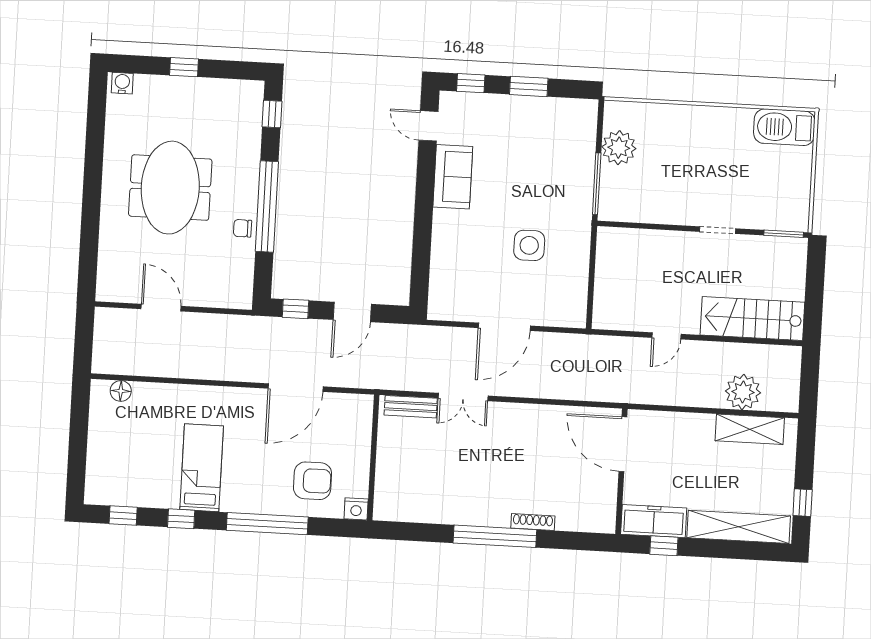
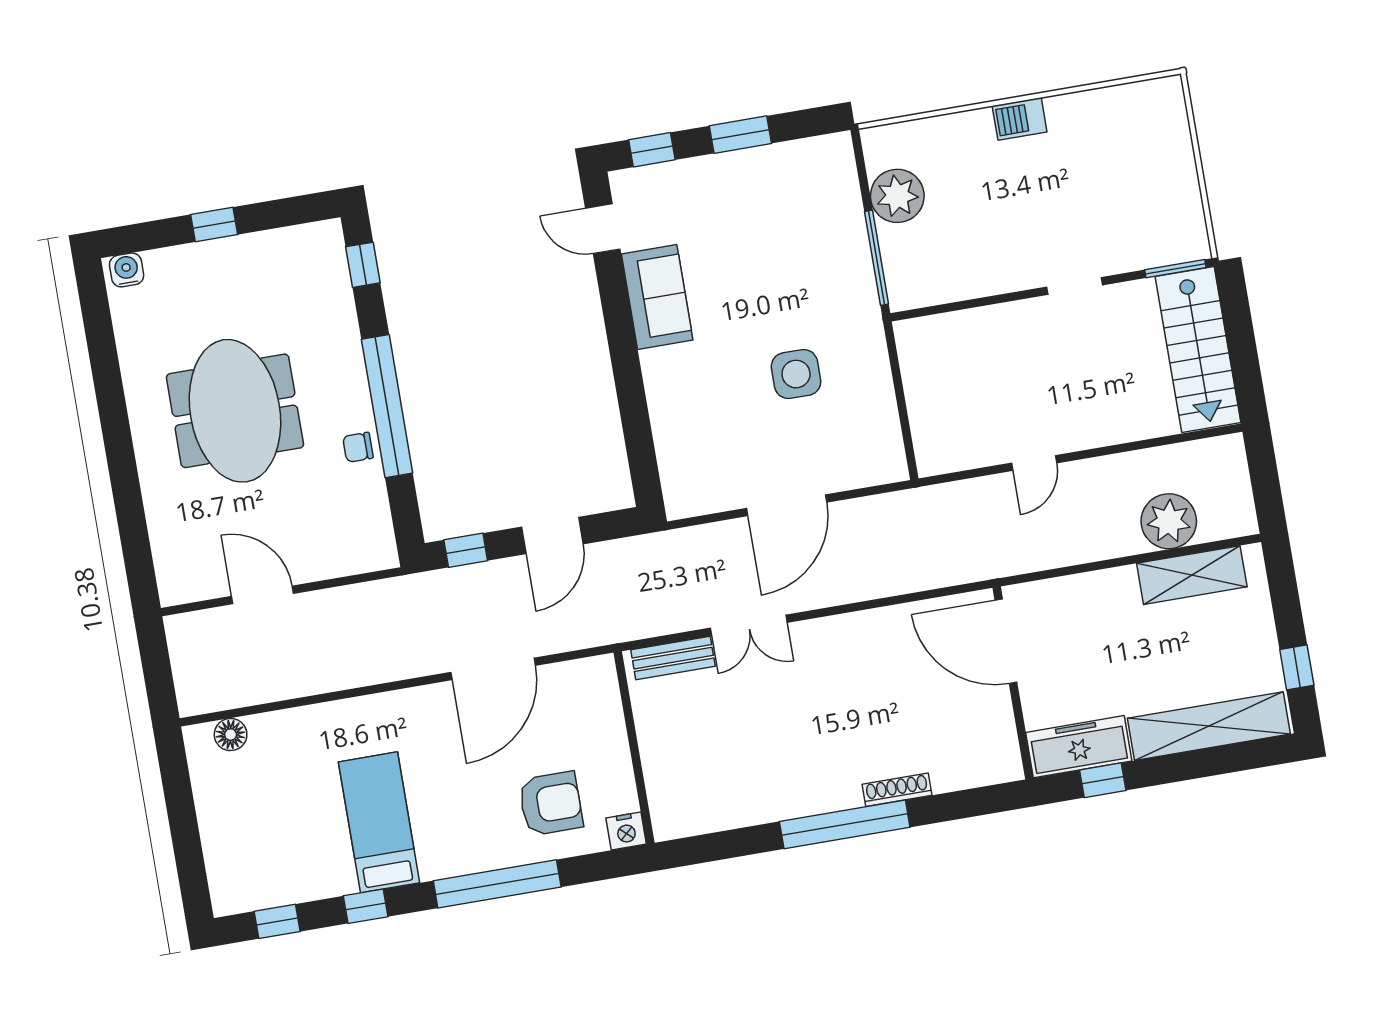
barbecue: (784, 127) -> (1020, 119), moved, width x0.53, depth x0.65
stairs: (752, 319) -> (1198, 350), moved, turned -90

